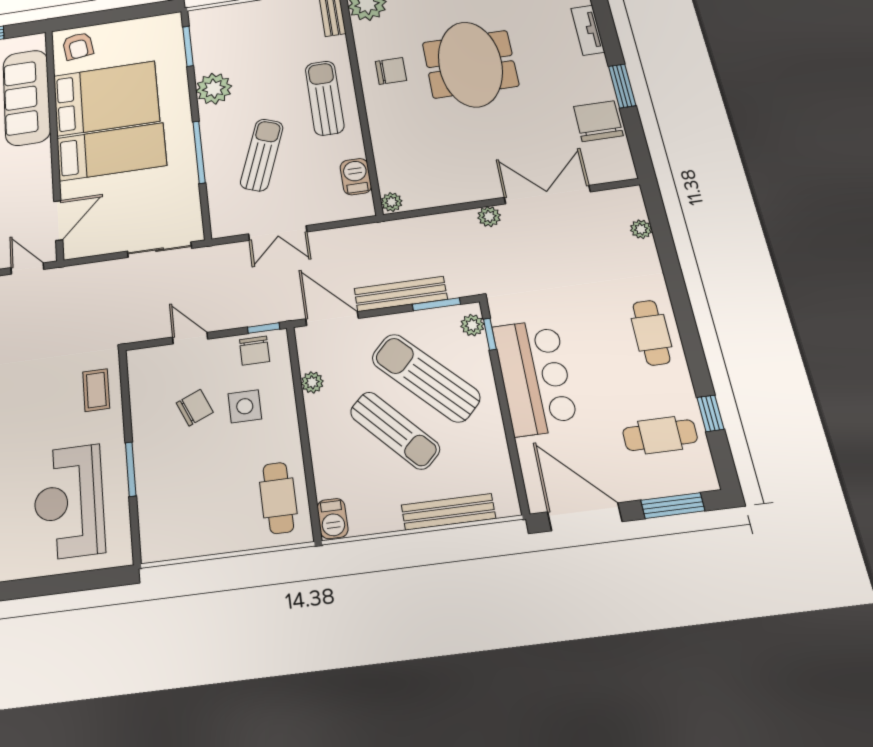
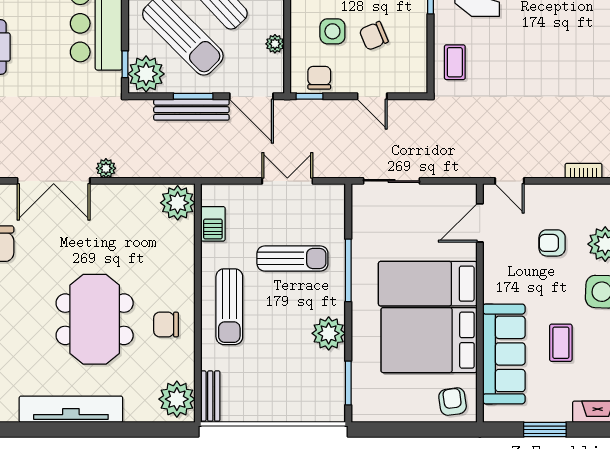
sun lounger: (262, 155) -> (292, 258), turned -110
plant: (392, 202) -> (178, 203), width x1.88, depth x1.88
window: (436, 304) -> (193, 96), moved
plant: (472, 325) -> (146, 74), width x1.88, depth x1.88

